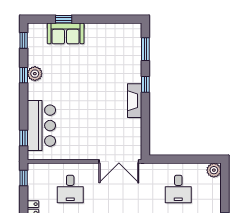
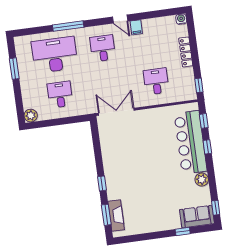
sofa: (66, 33) -> (197, 217), moved
window: (24, 75) -> (207, 147), moved
fireplace: (135, 101) -> (116, 215), moved
bar counter: (41, 126) -> (191, 142), width x1.36

